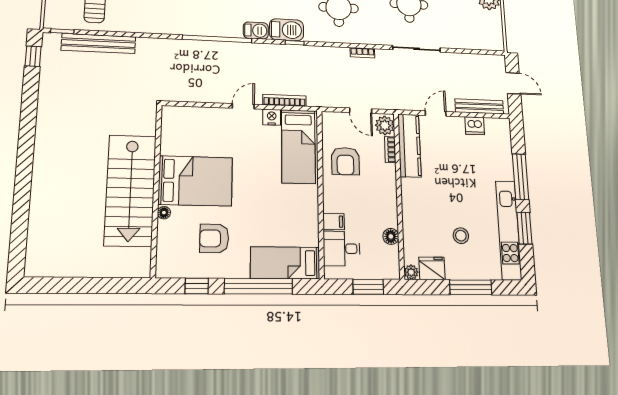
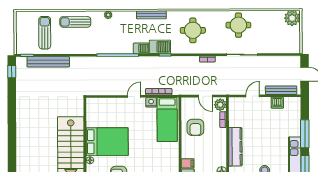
kitchen counter: (409, 145) -> (235, 147), moved

